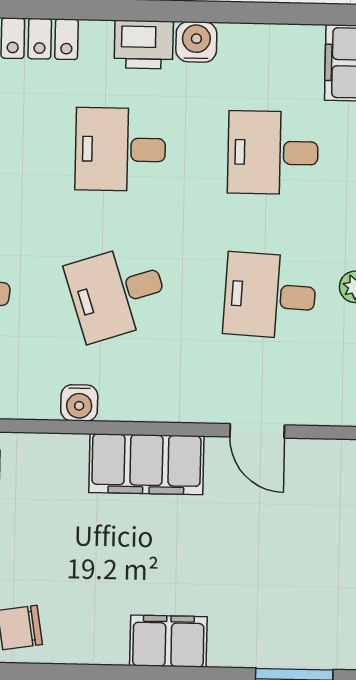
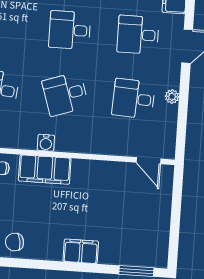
door: (257, 431) -> (148, 161), moved
filing cabinet: (146, 464) -> (45, 170), moved

